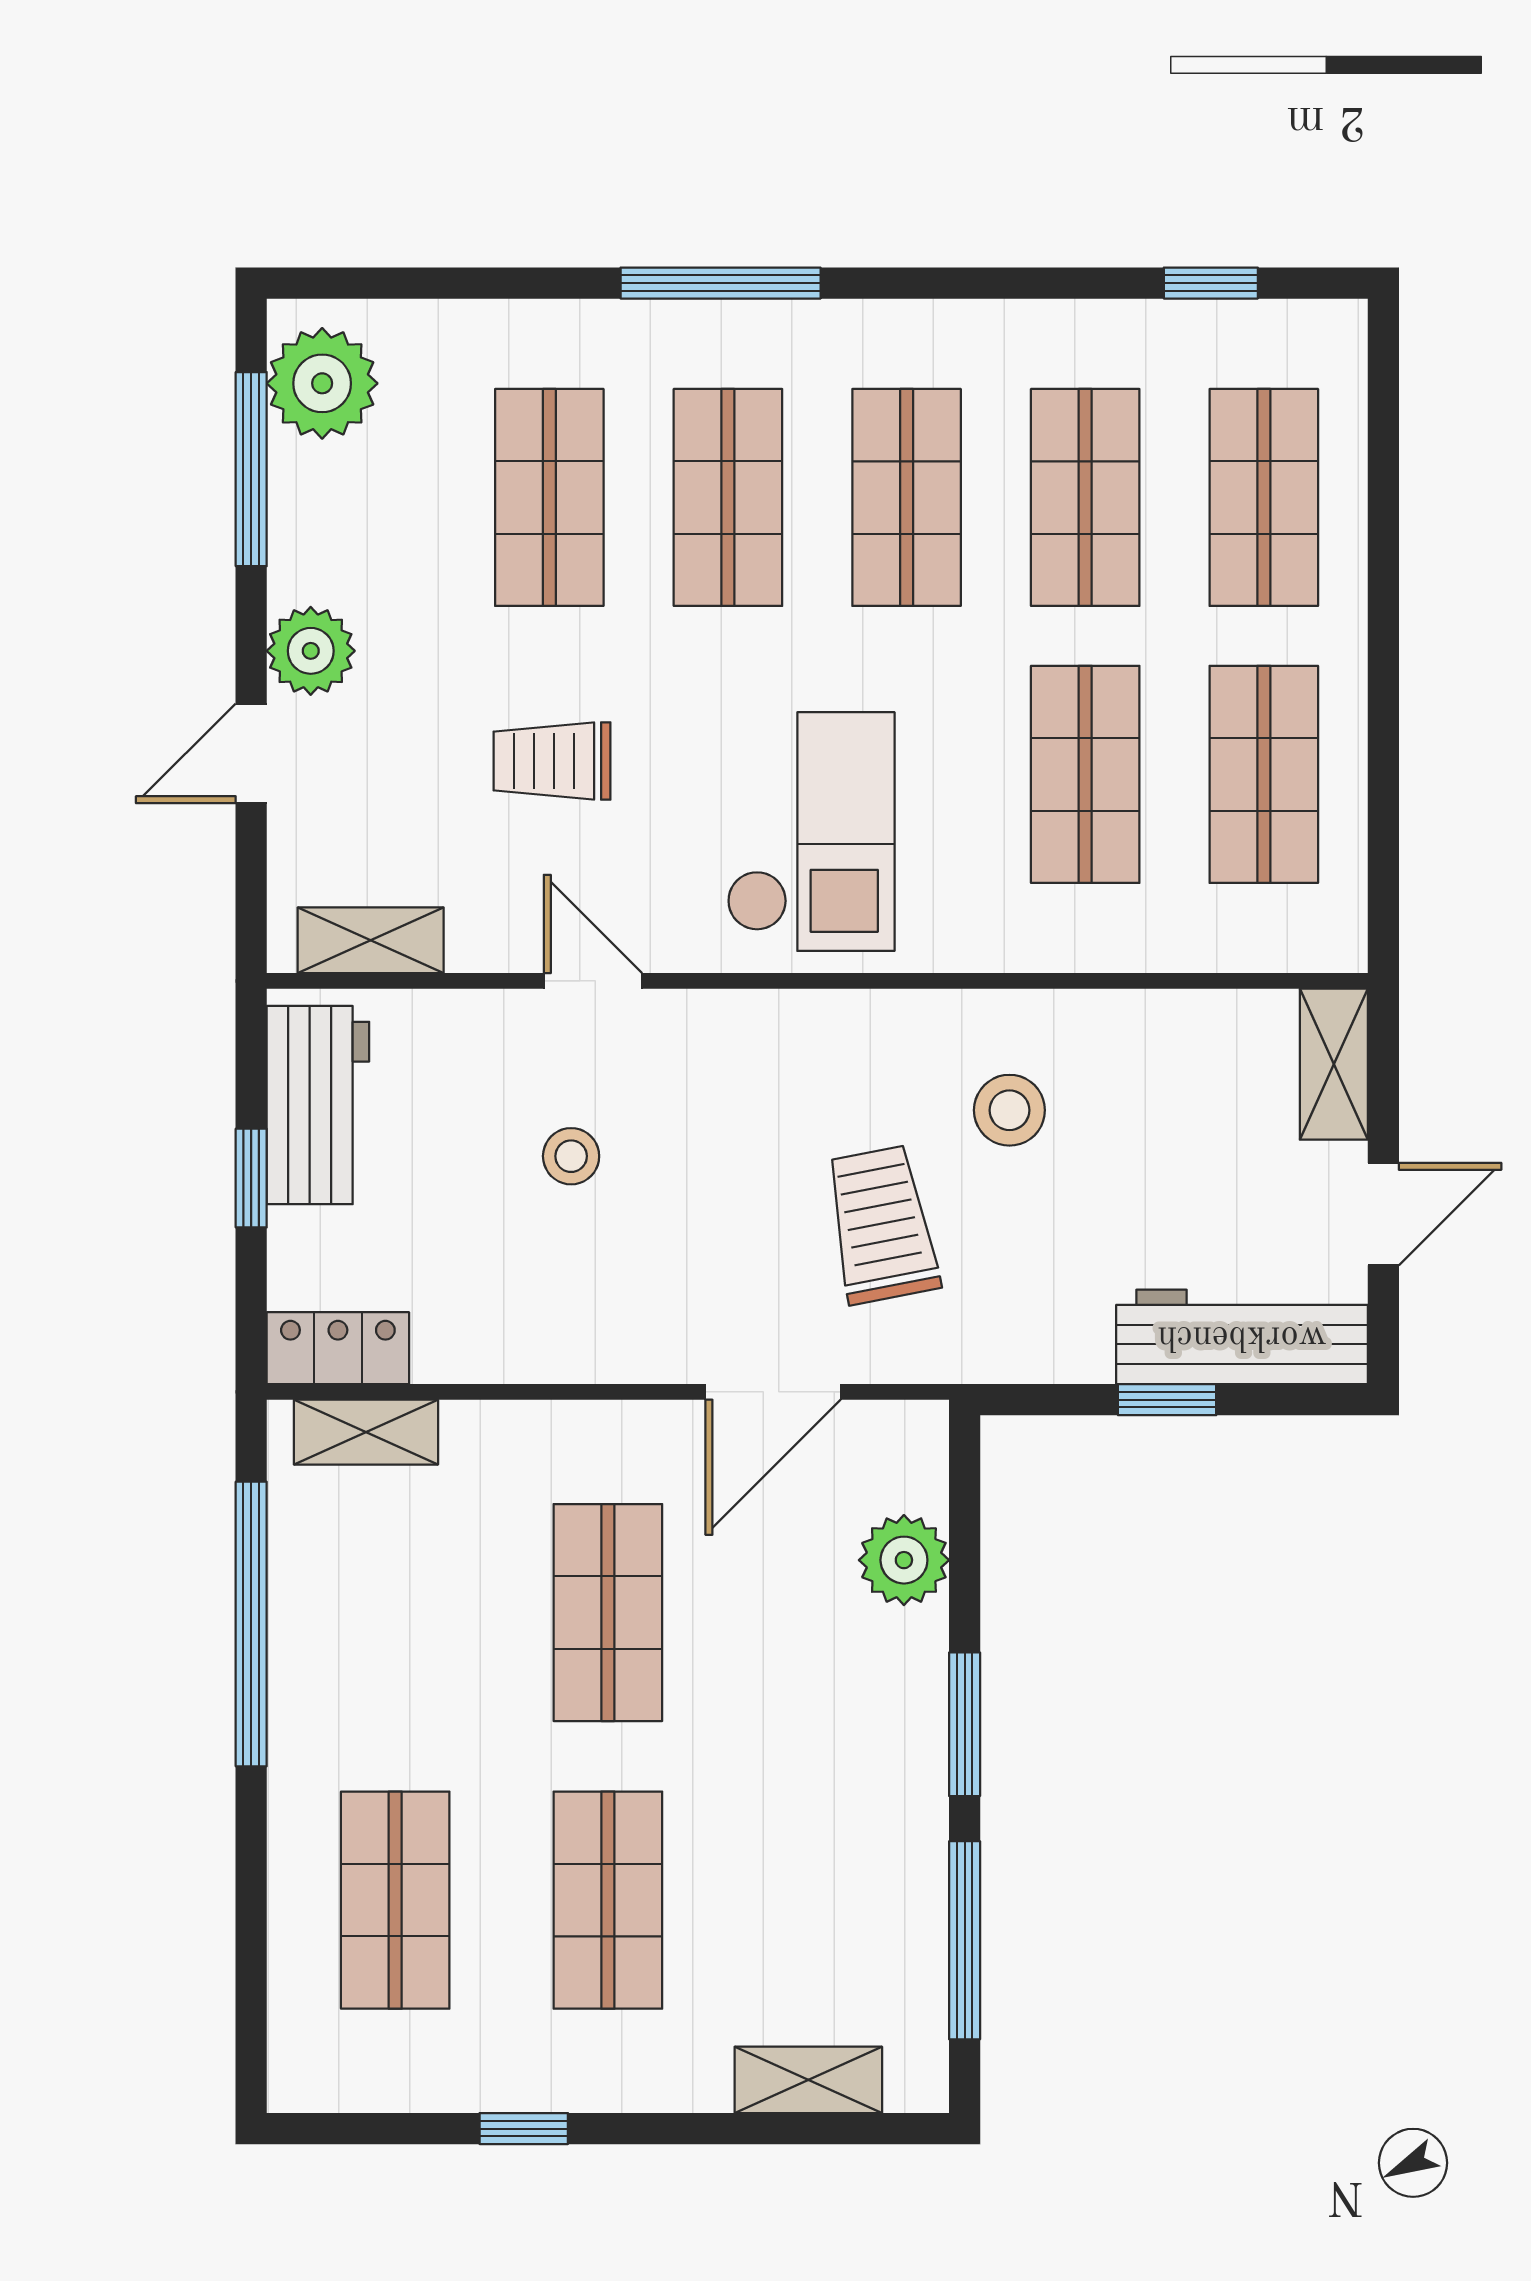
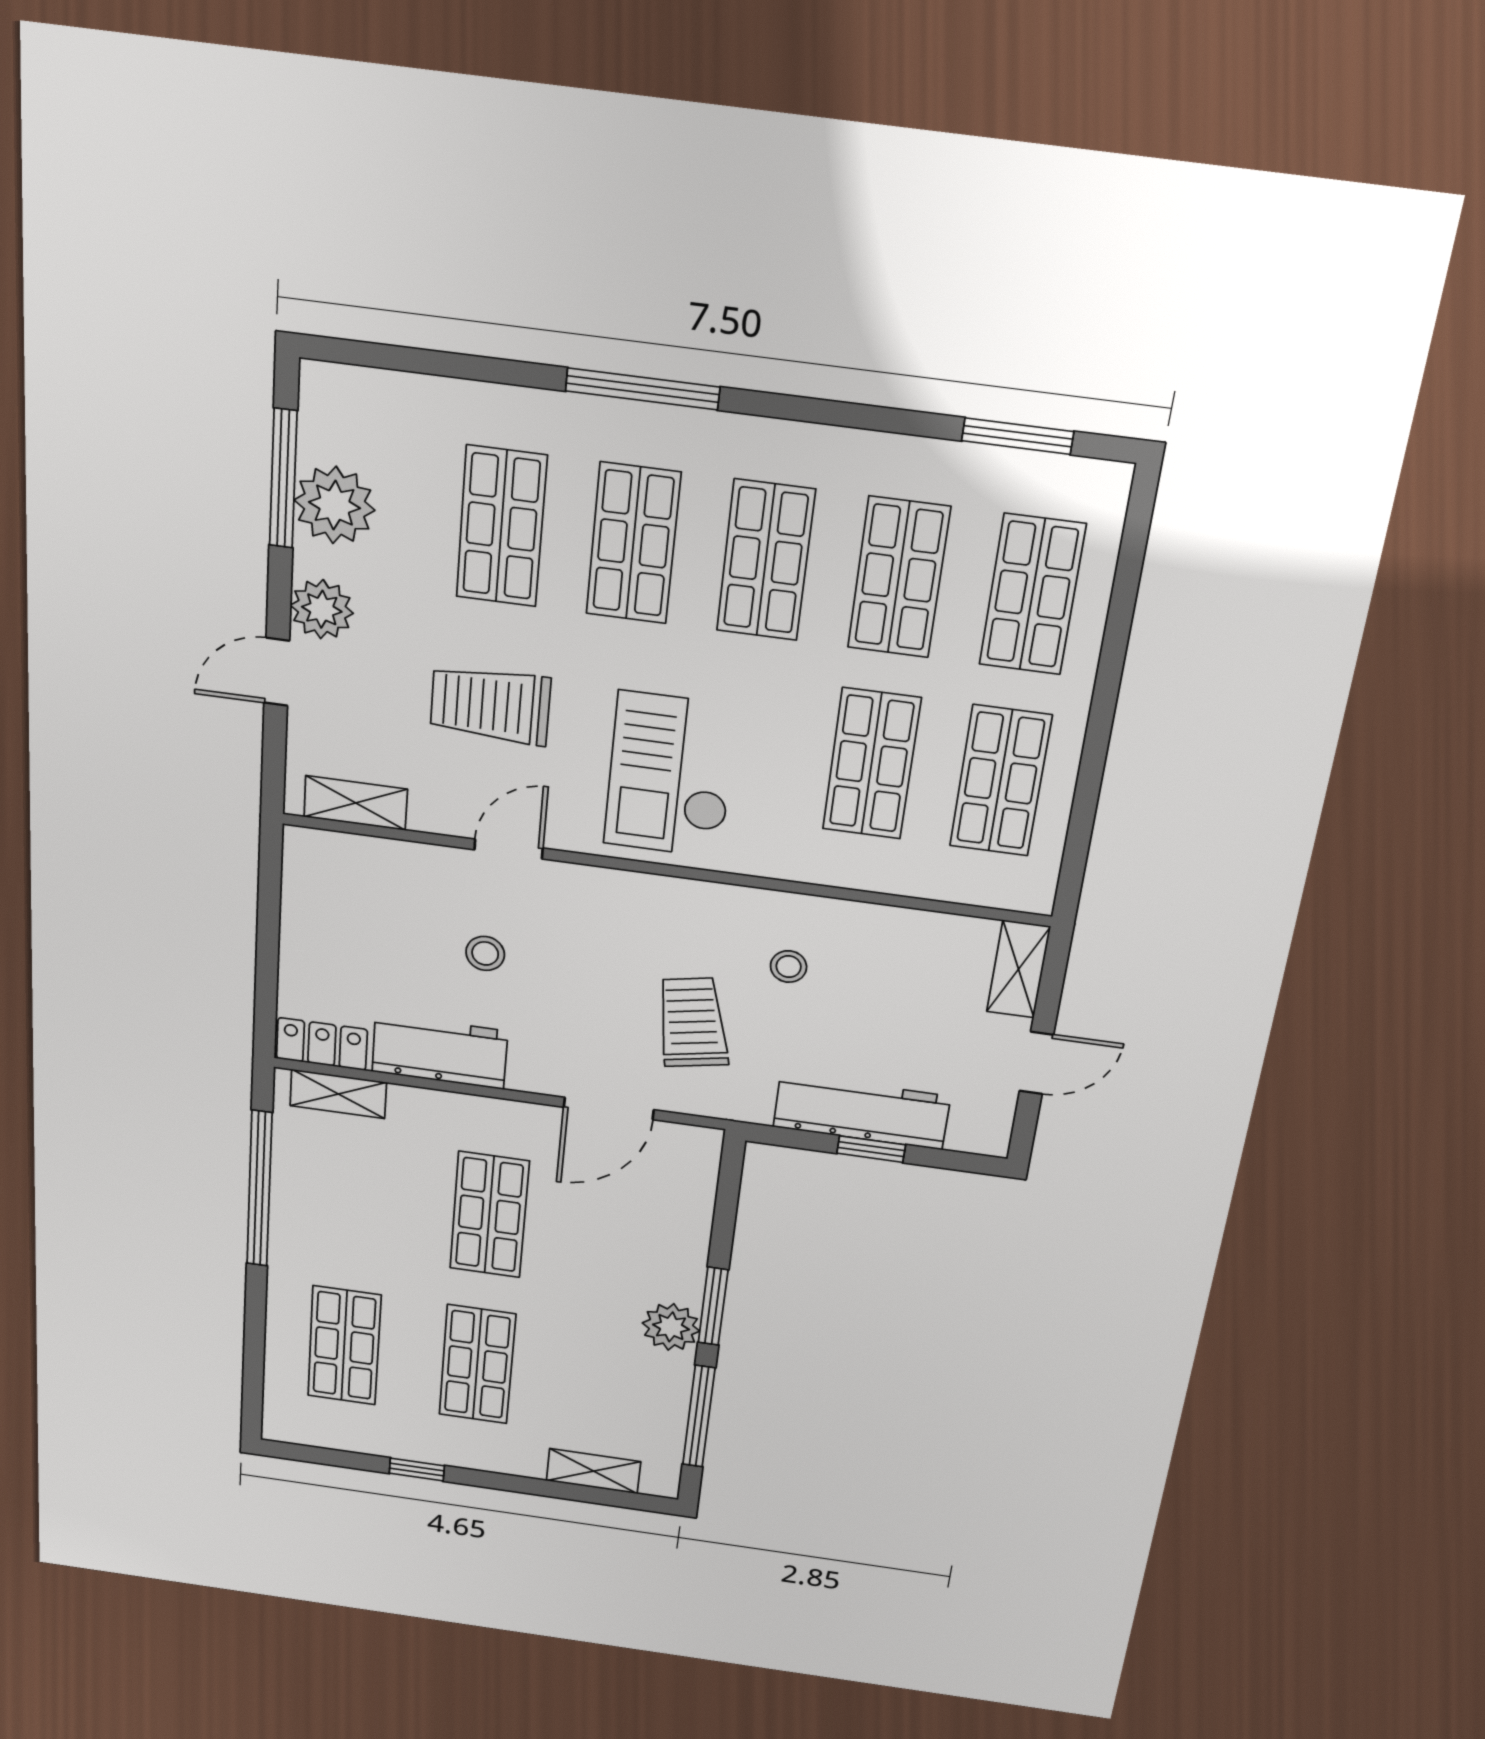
window: (1211, 283) -> (1018, 436), width x1.50
plant: (322, 383) -> (334, 505), moved
trolley: (552, 761) -> (490, 705), width x1.36, depth x1.39
checkout: (811, 832) -> (670, 775), turned 180
door: (593, 981) -> (509, 849), hinge flipped
workbench: (318, 1105) -> (440, 1051), moved, turned -90
stool: (1009, 1110) -> (789, 967), width x0.73, depth x0.73
window: (251, 1178) -> (268, 937), removed
workbench: (1242, 1337) -> (862, 1112), moved
plant: (904, 1560) -> (671, 1327), moved

